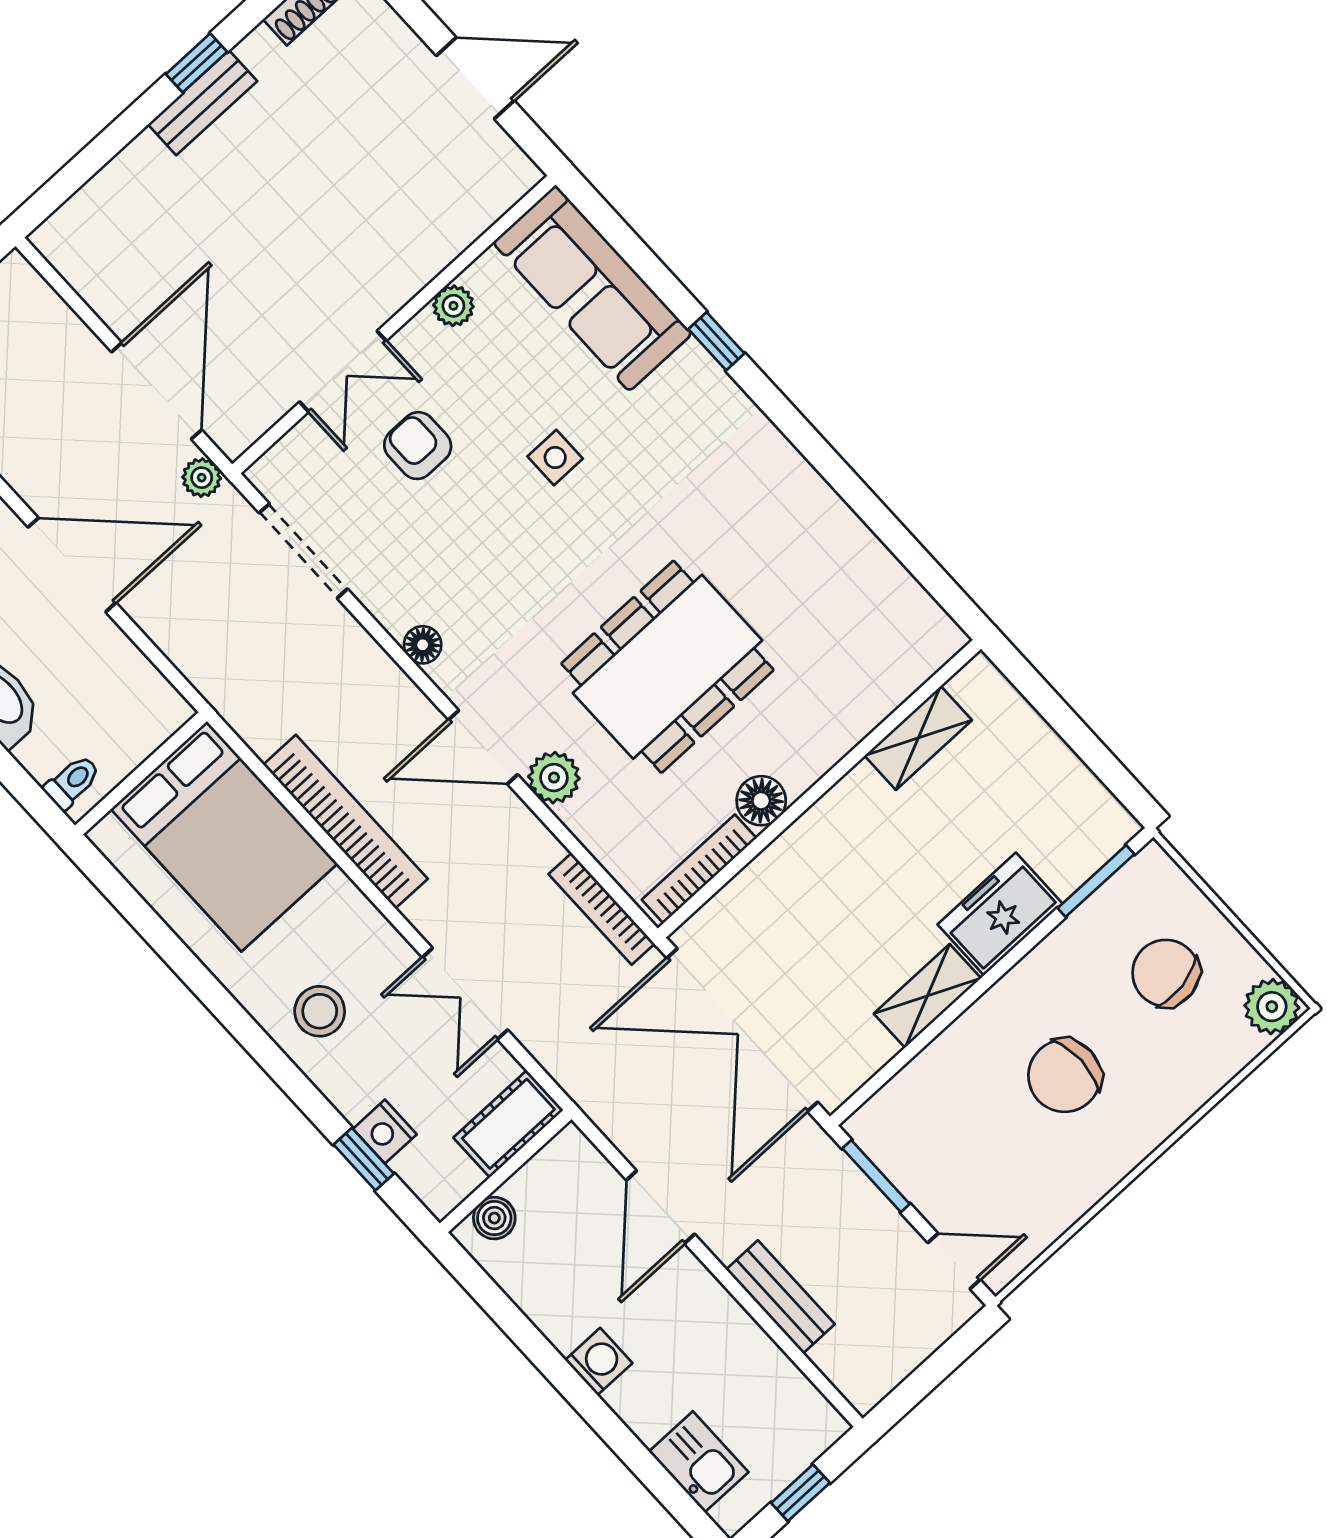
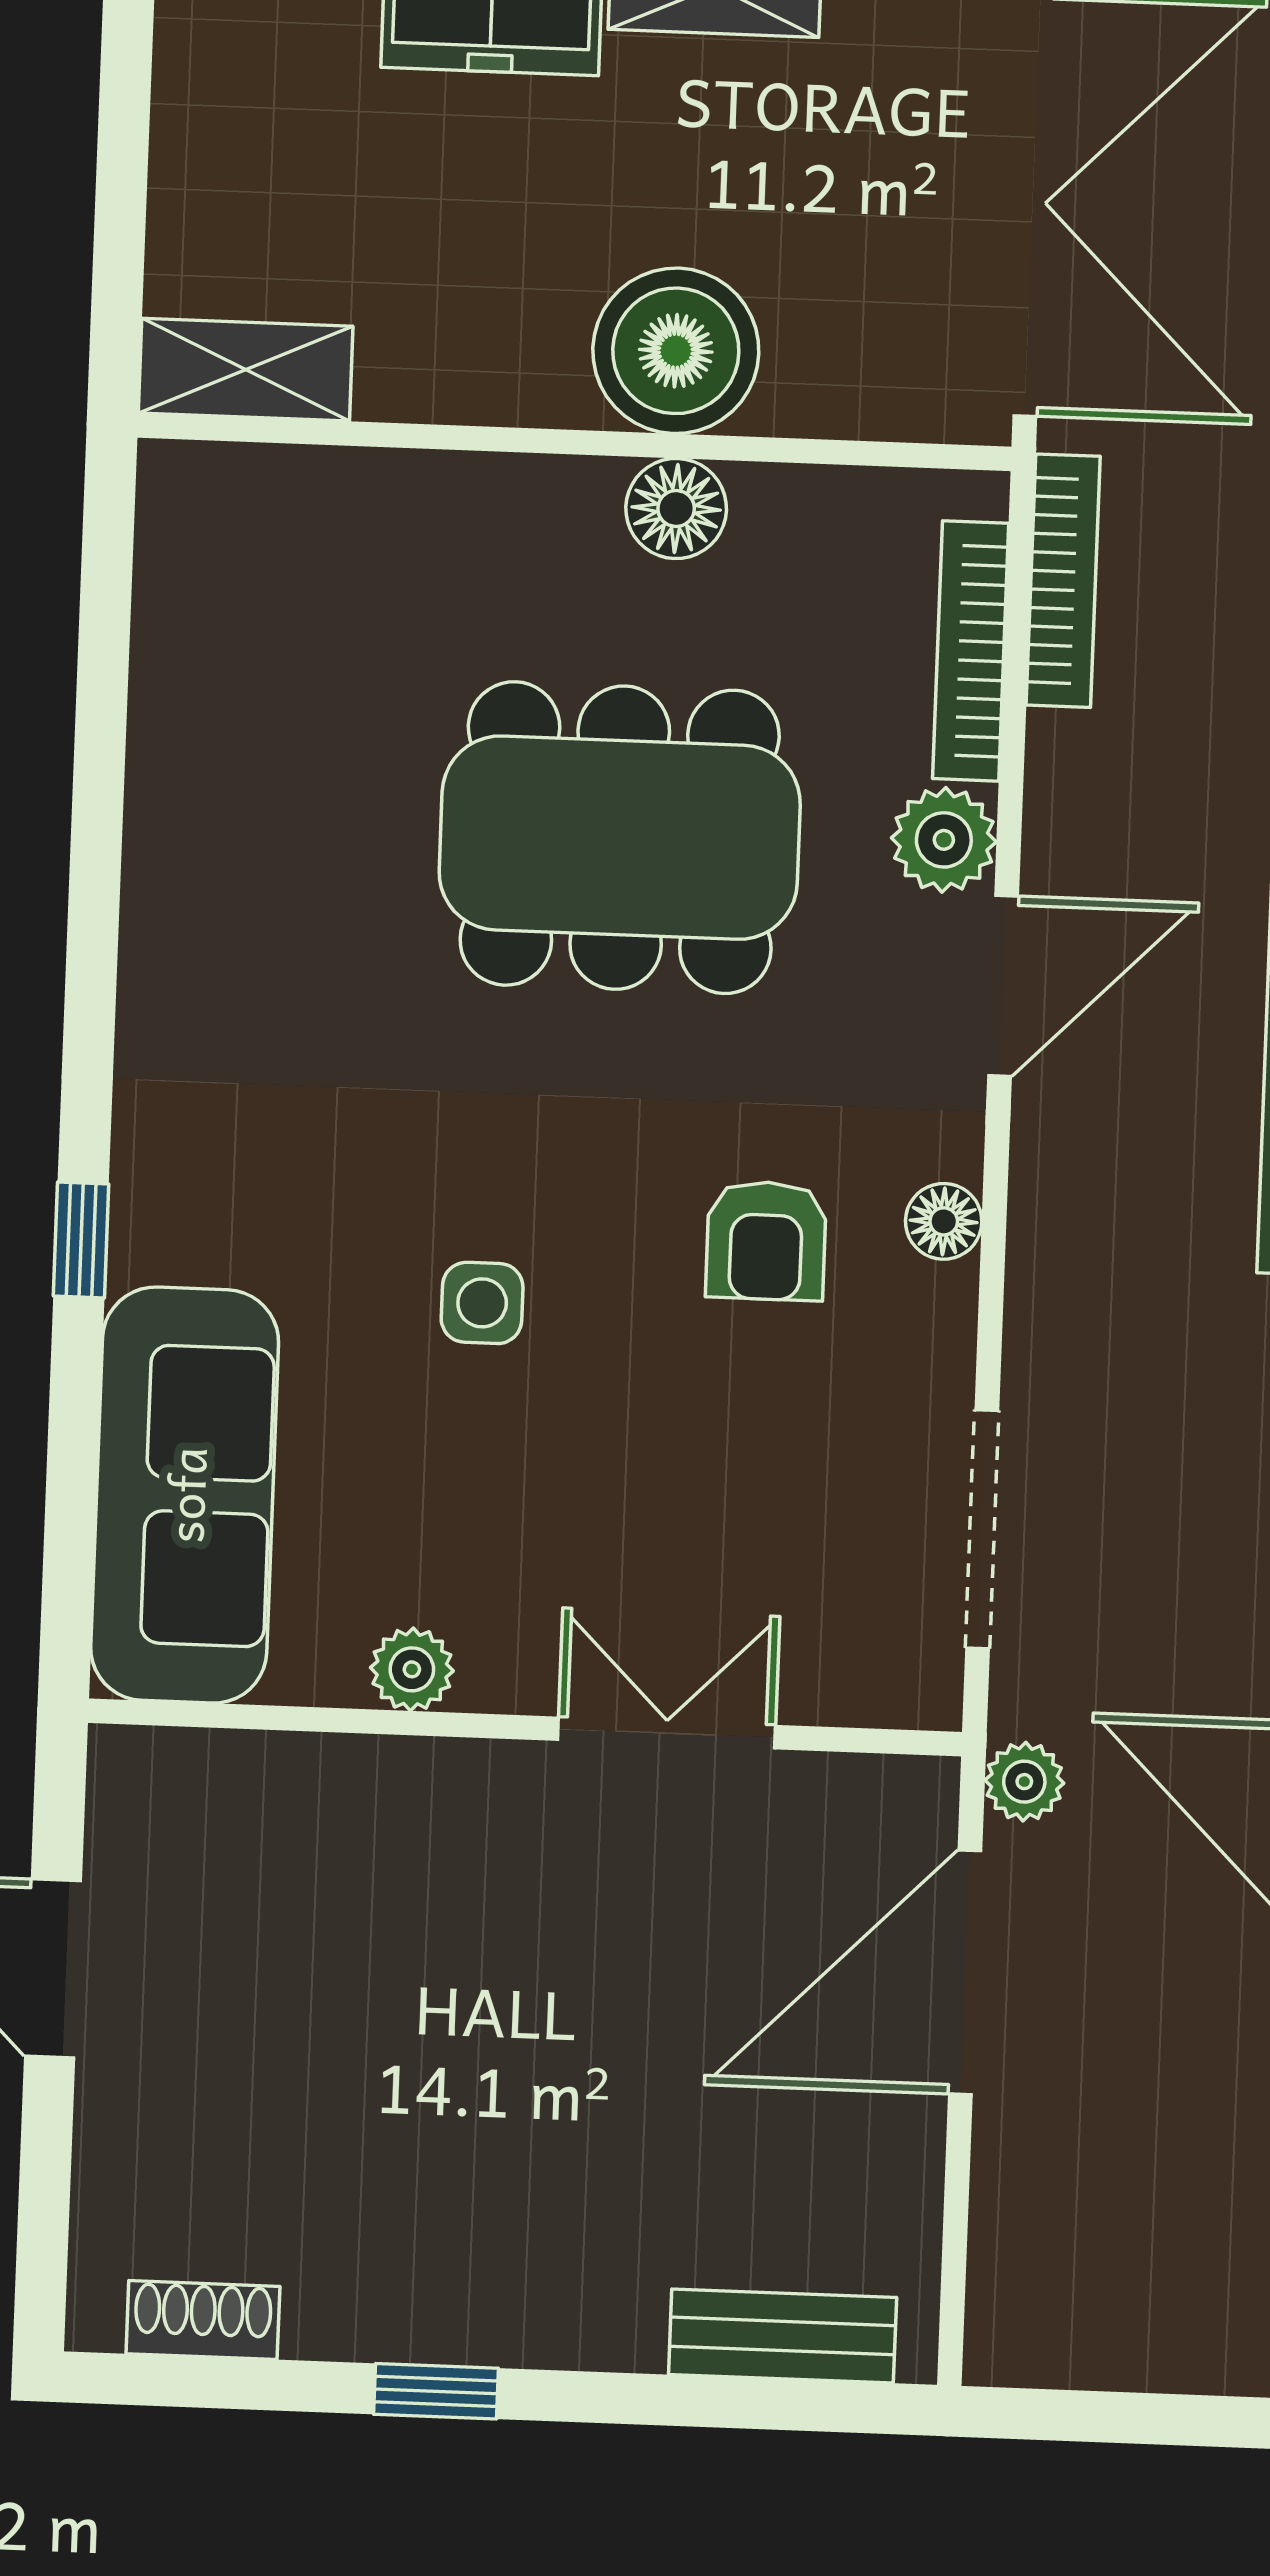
bench: (203, 103) -> (783, 2336), moved
armchair: (418, 446) -> (766, 1241), moved
shelving: (918, 738) -> (246, 370), moved
door: (483, 747) -> (1003, 986), hinge flipped
boiler: (816, 855) -> (676, 351), added
bookcase: (699, 869) -> (971, 651), moved, turned 90

